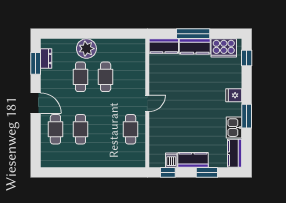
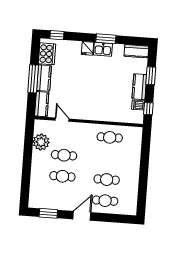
plant: (86, 49) -> (41, 142), moved
dresser: (46, 58) -> (45, 204), removed
door: (147, 103) -> (62, 120), moved
kitchen sink: (234, 128) -> (103, 49), moved

